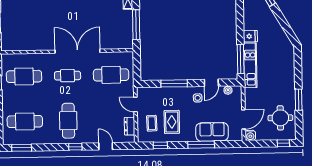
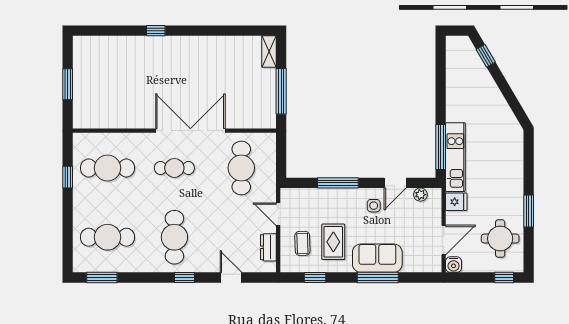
fridge: (250, 36) -> (456, 202), moved
cafe table: (111, 75) -> (241, 168), turned 90
sofa: (212, 132) -> (377, 258), moved

